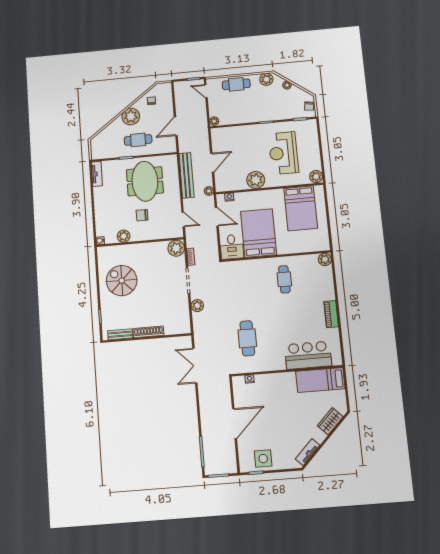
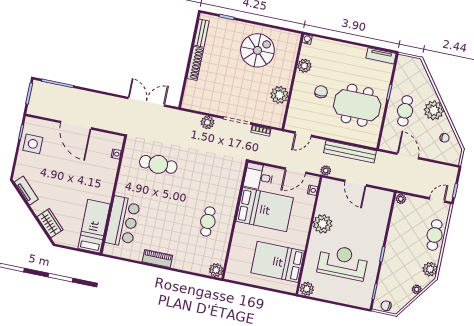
plant: (176, 248) -> (279, 95), moved
cafe table: (284, 279) -> (208, 221), turned 90

